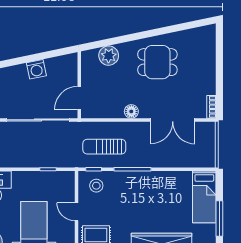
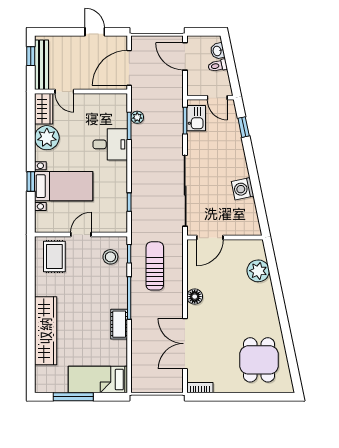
dining table: (157, 62) -> (259, 360), moved
door: (79, 98) -> (210, 238), swing flipped
cot: (156, 178) -> (119, 324), added

